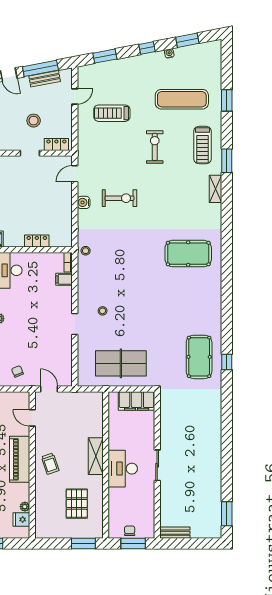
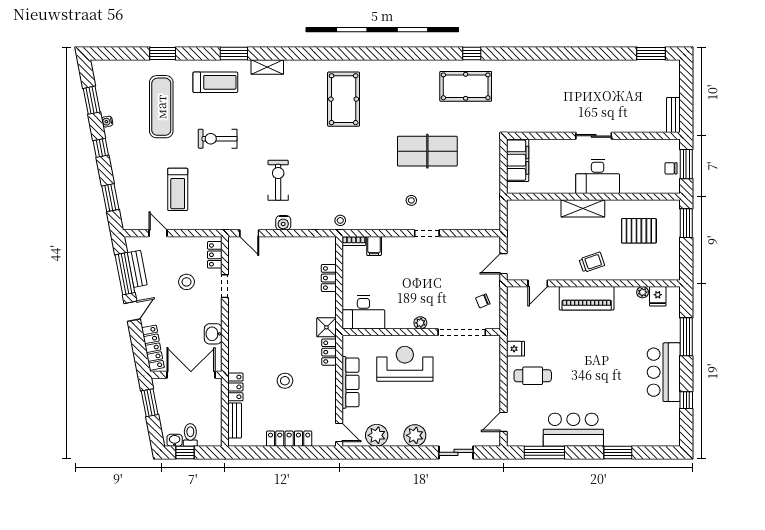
table tennis table: (121, 363) -> (427, 151), moved, turned 90

